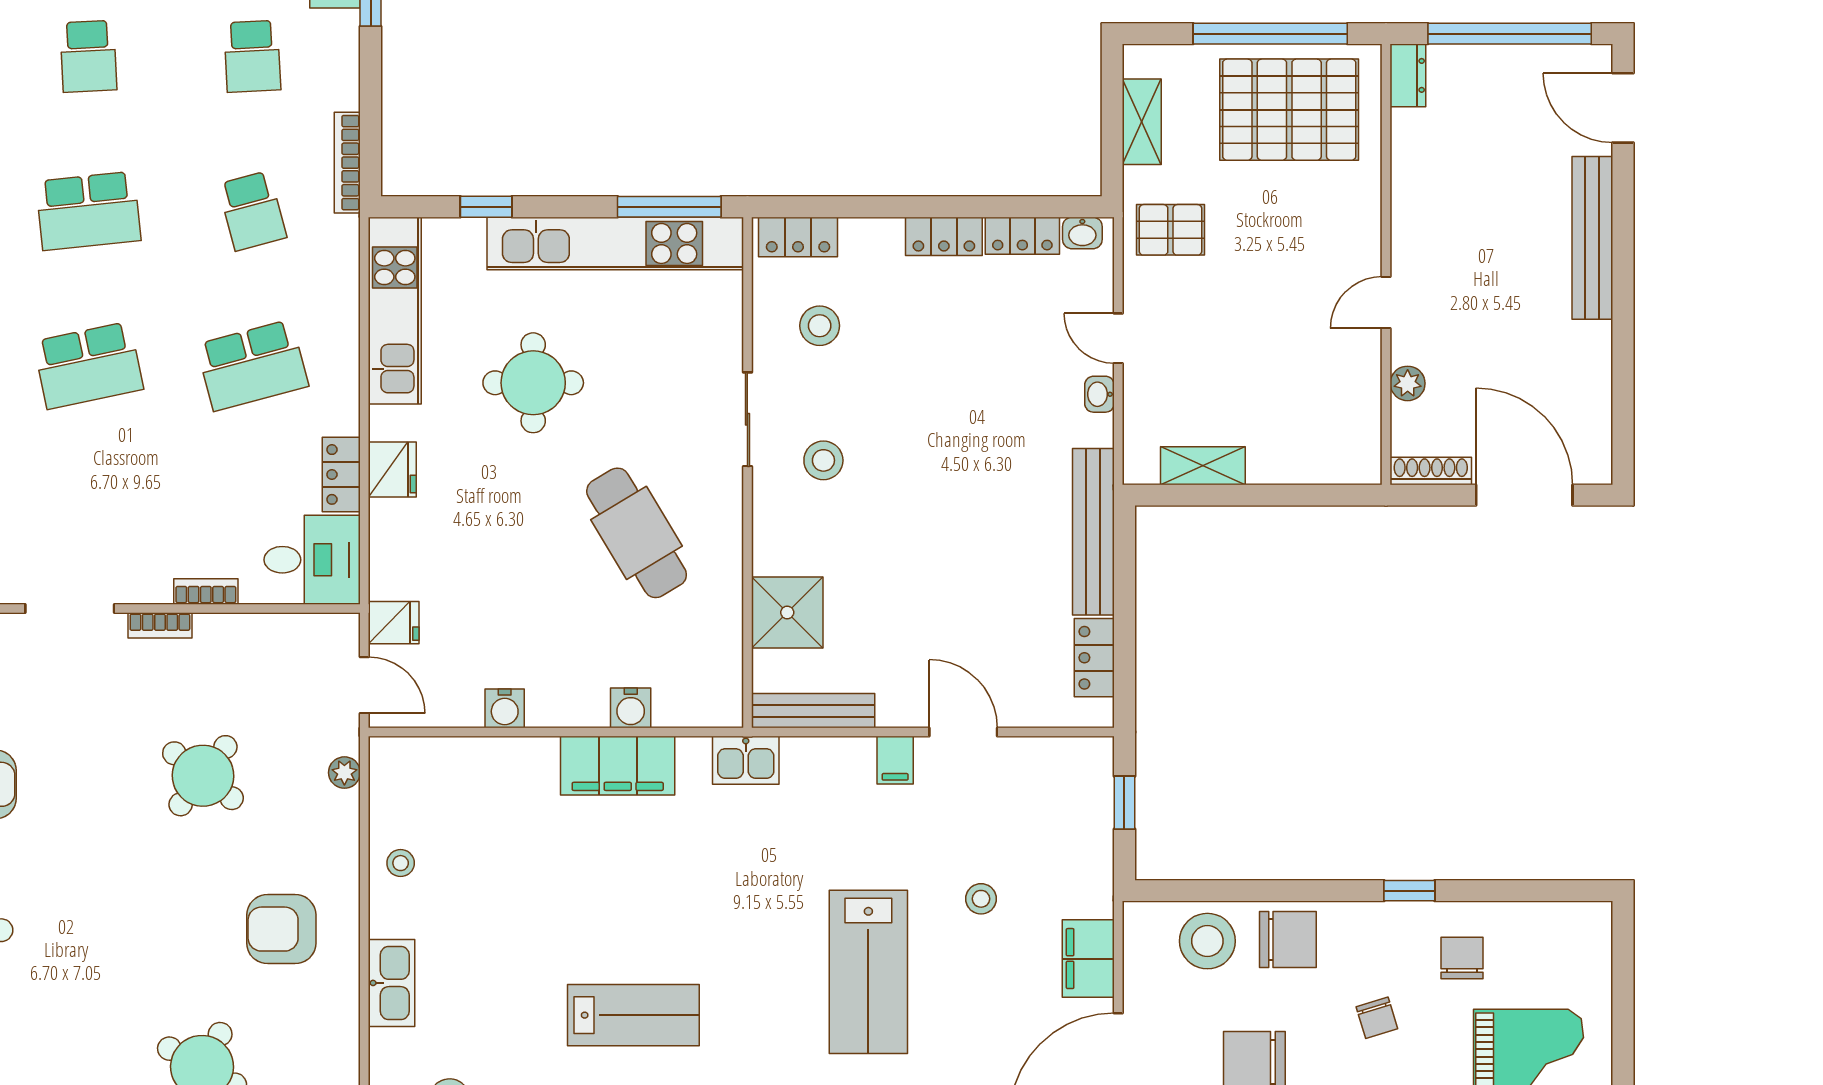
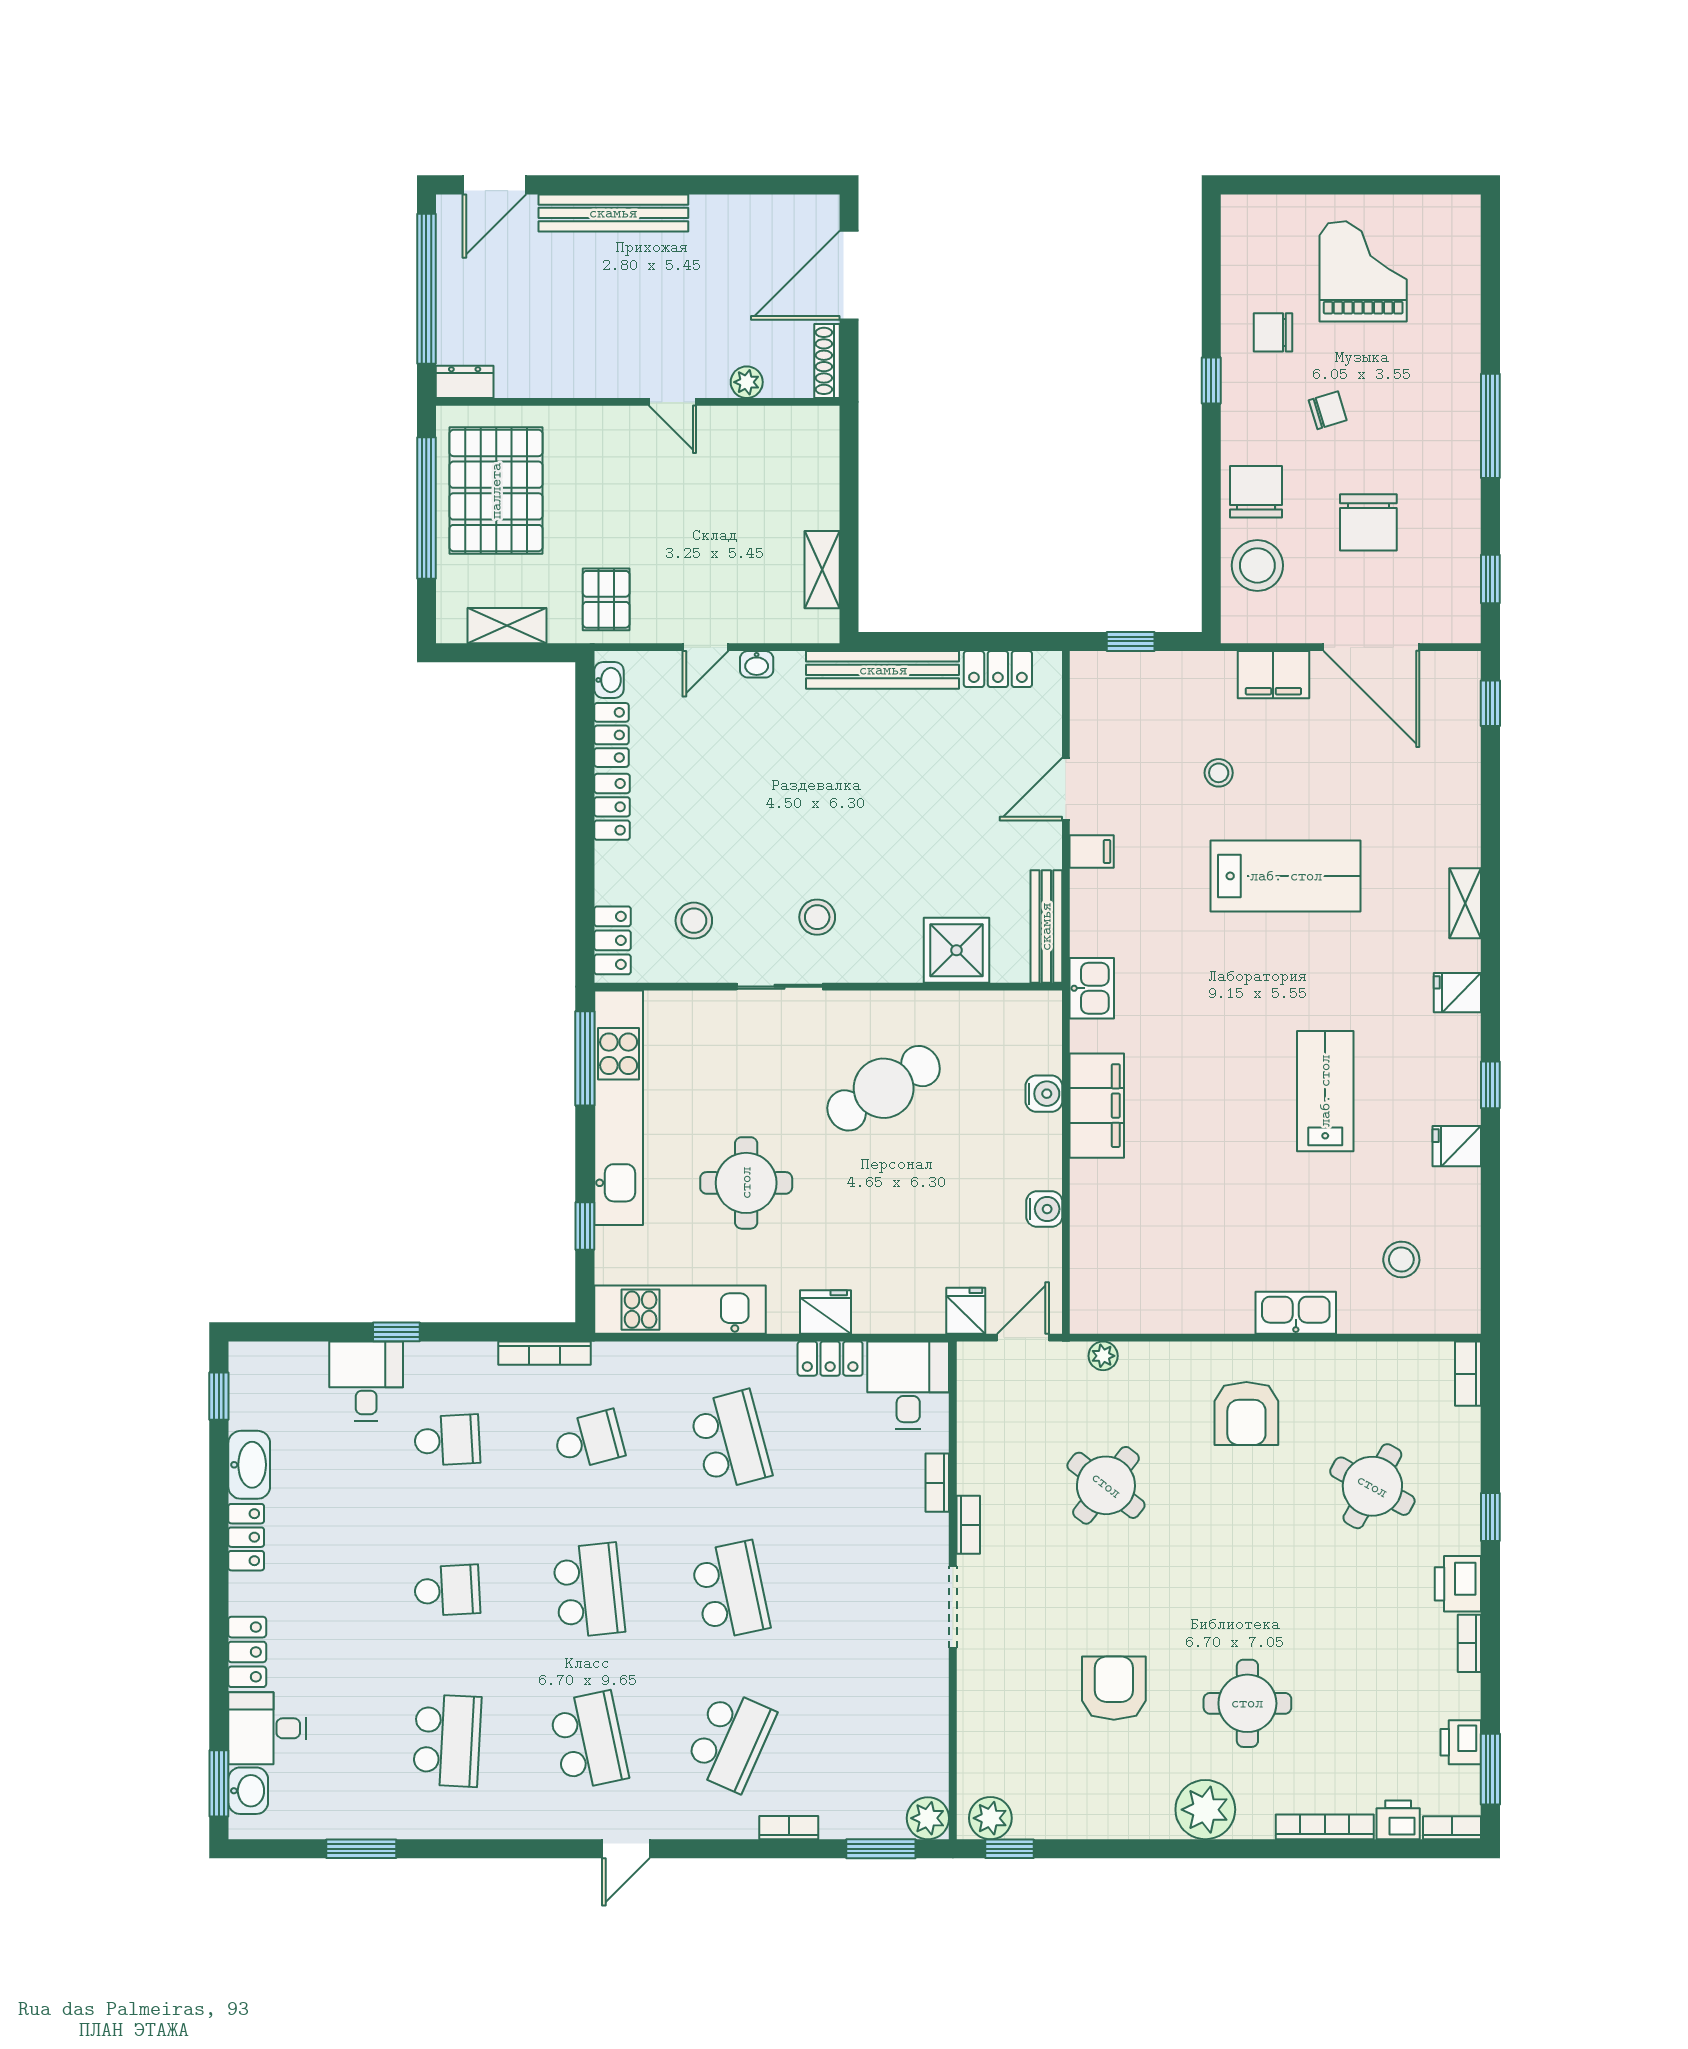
stool: (401, 863) -> (1186, 1304), removed

